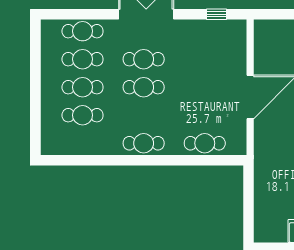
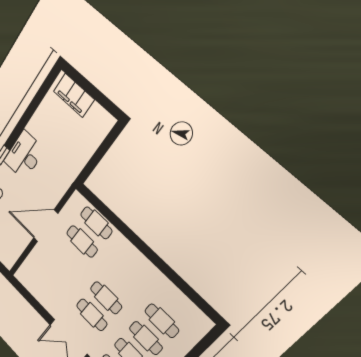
window: (216, 14) -> (28, 296), removed
cafe table: (144, 143) -> (82, 241), moved

